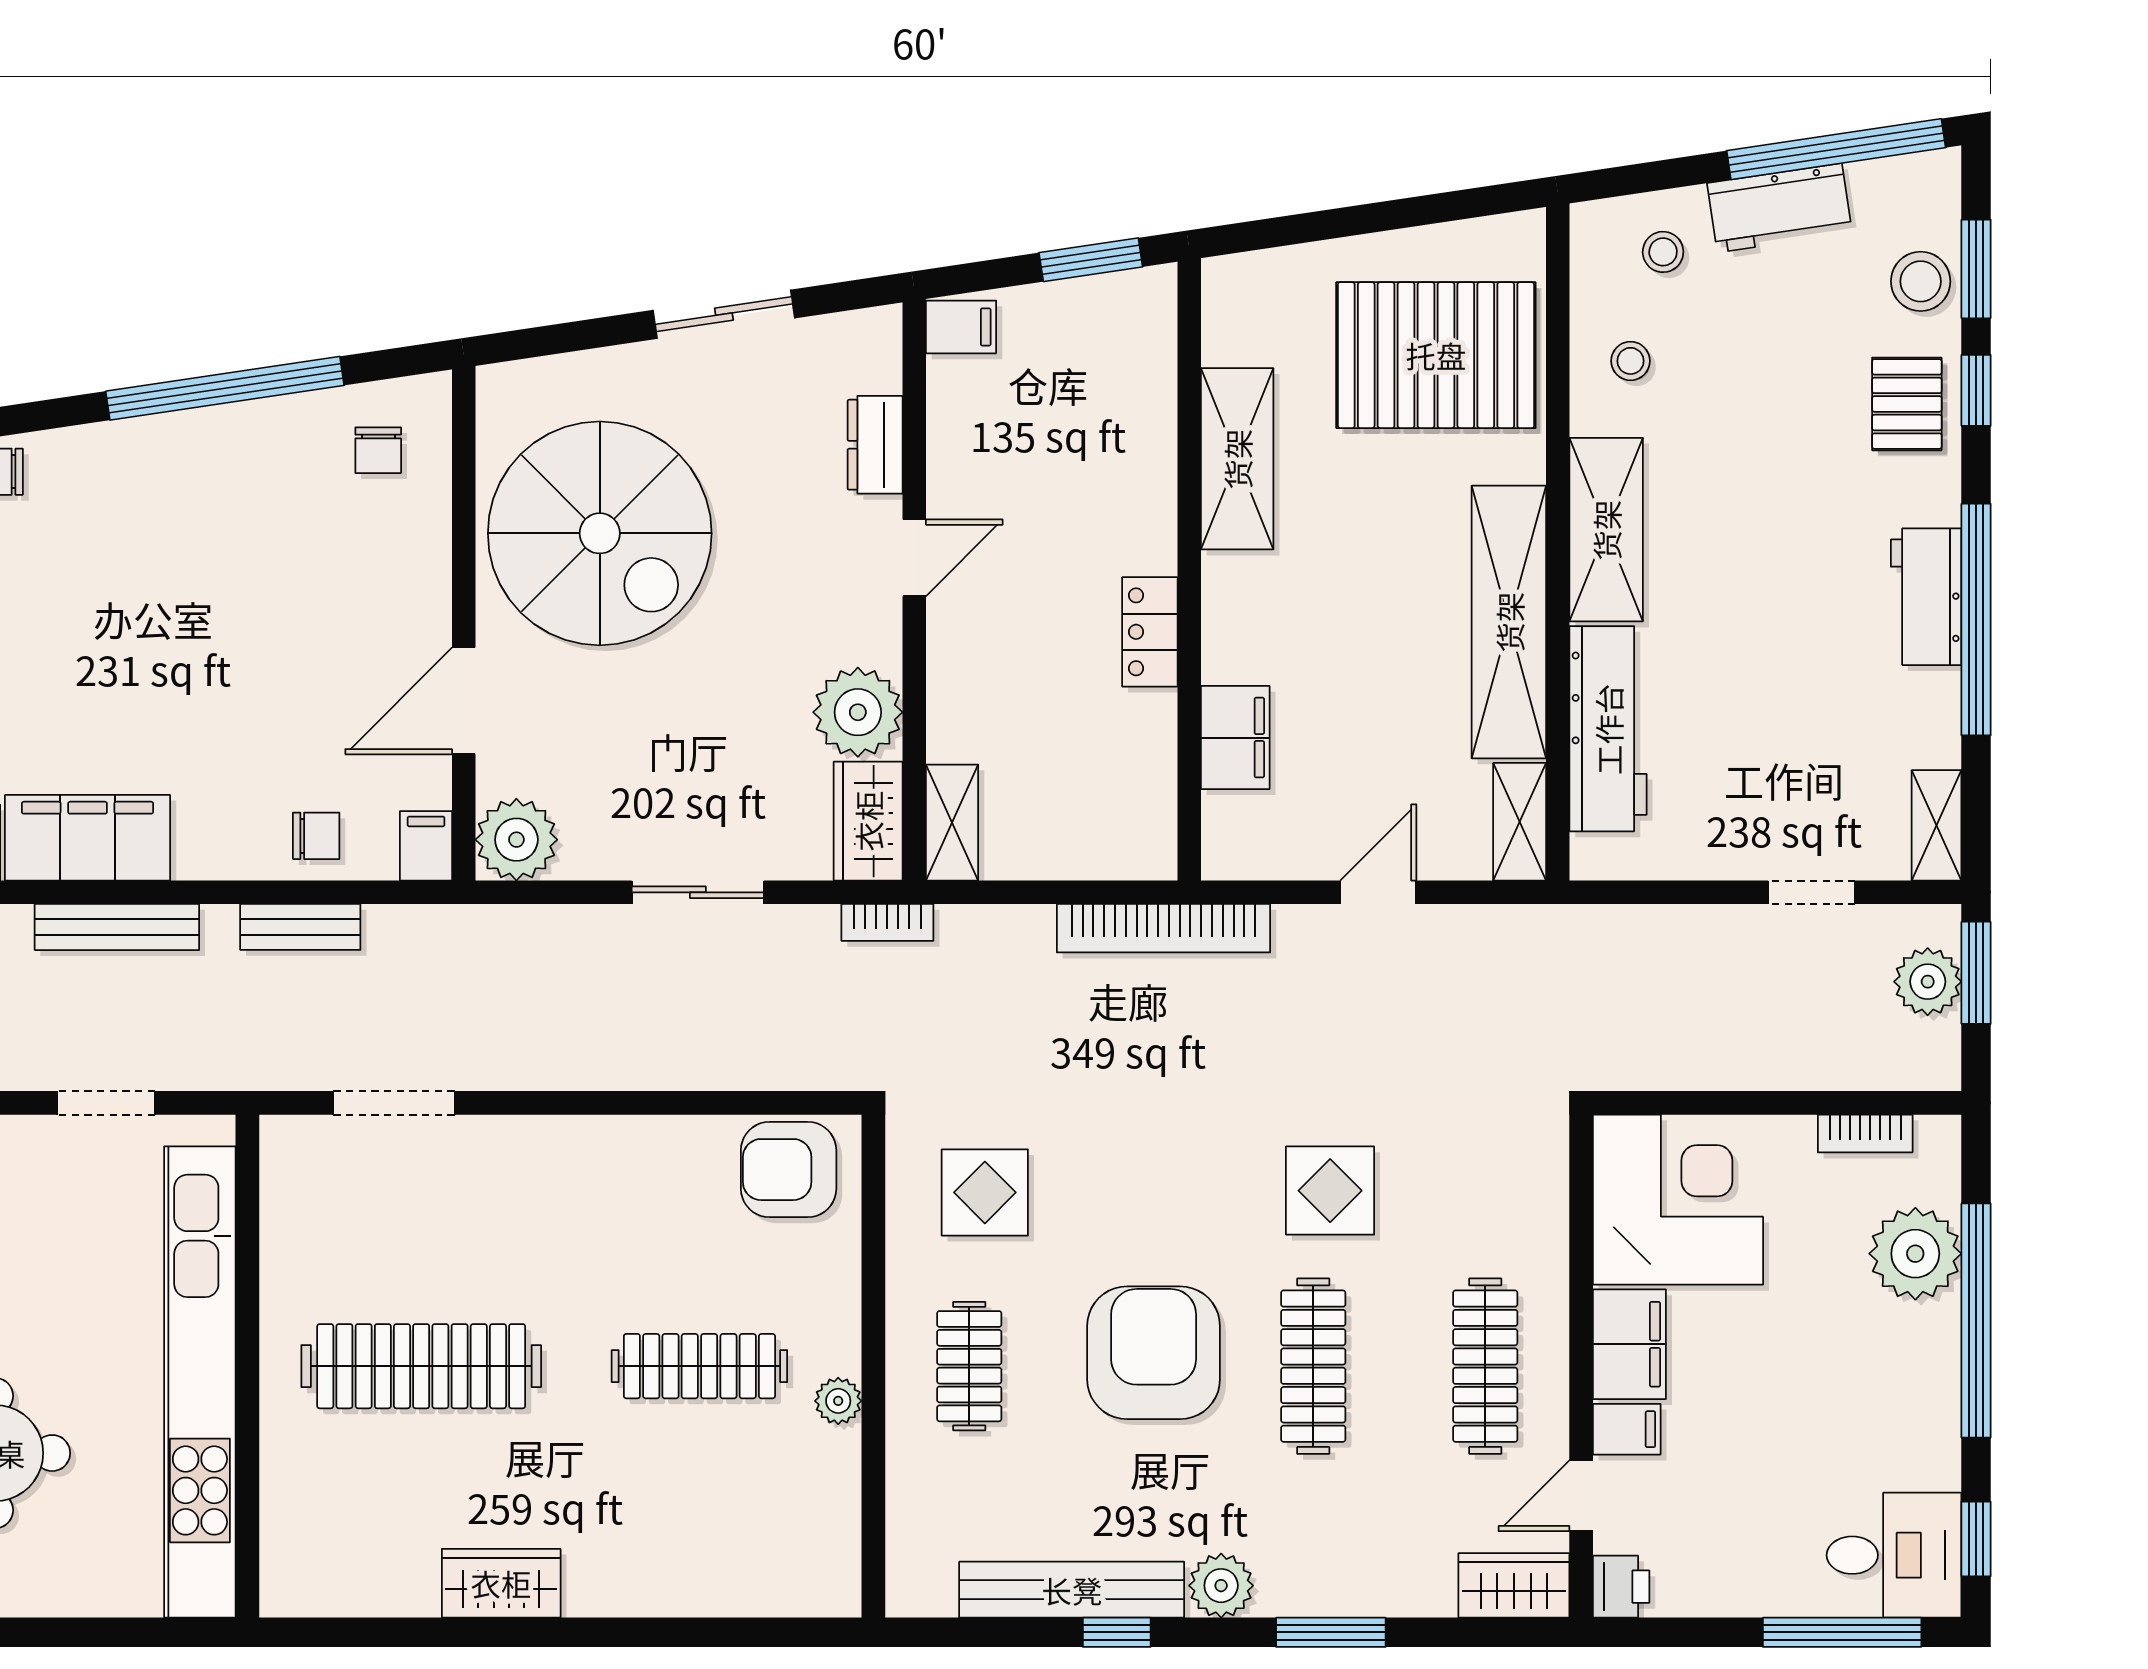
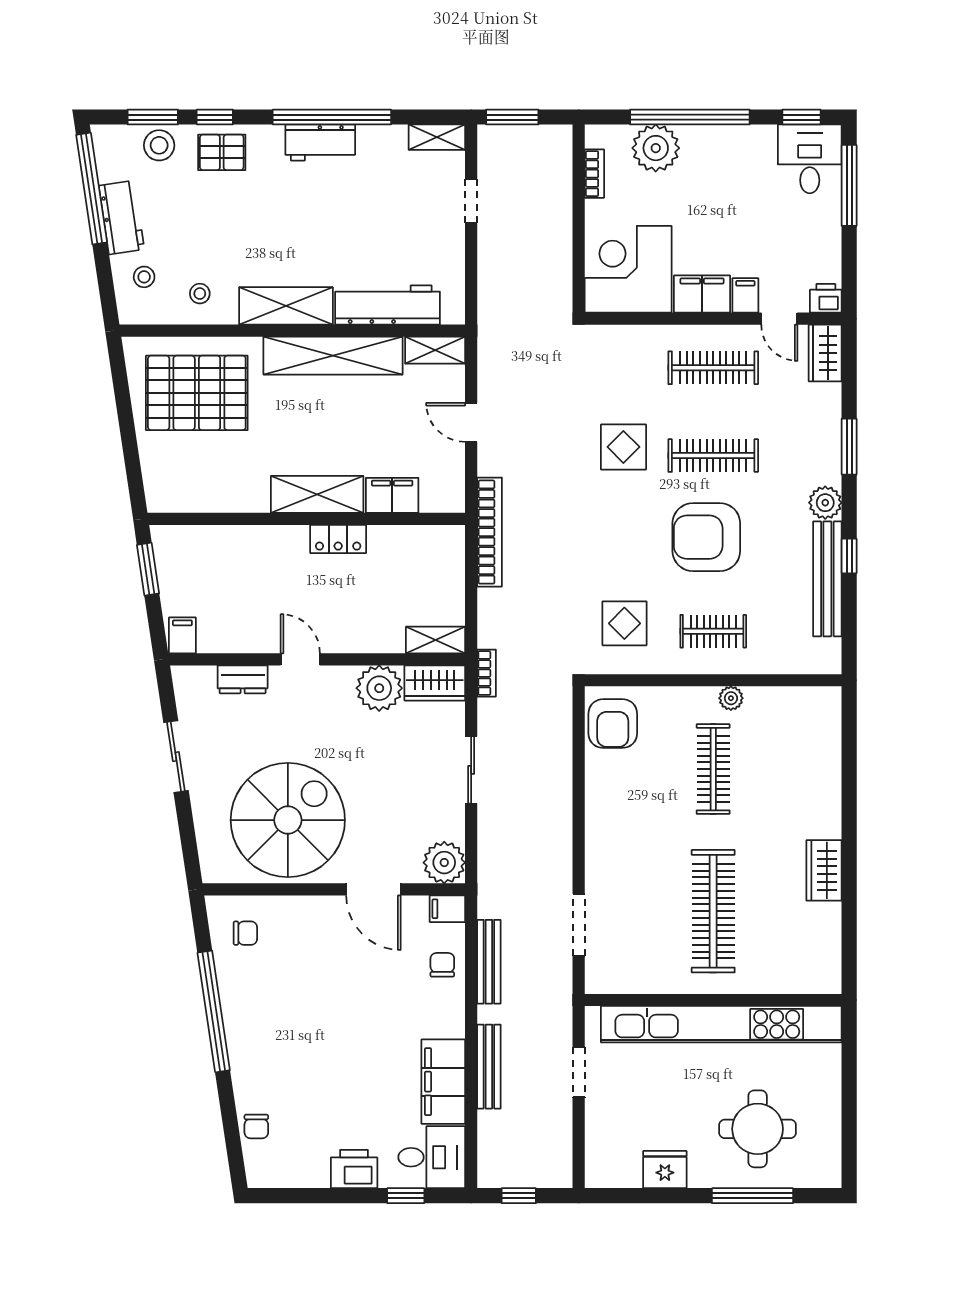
pallet: (1436, 355) -> (197, 393), turned 90
shelving: (1237, 459) -> (317, 494), moved
bench: (300, 927) -> (489, 962), width x1.36
plant: (1928, 982) -> (517, 142), removed

